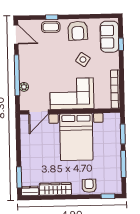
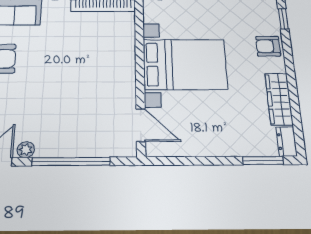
side table: (83, 60) -> (50, 52), removed
plant: (24, 87) -> (26, 150), moved
corner sofa: (72, 94) -> (109, 70), removed

